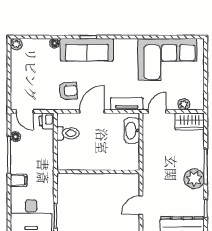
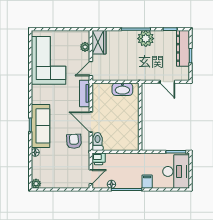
door: (157, 111) -> (91, 69), hinge flipped
washbasin: (132, 131) -> (122, 89), moved
toilet: (68, 133) -> (98, 141), moved

